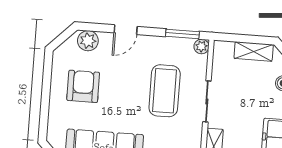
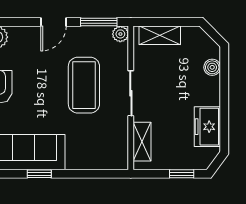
door: (126, 30) -> (53, 22), moved
shelving: (254, 51) -> (160, 35), moved

